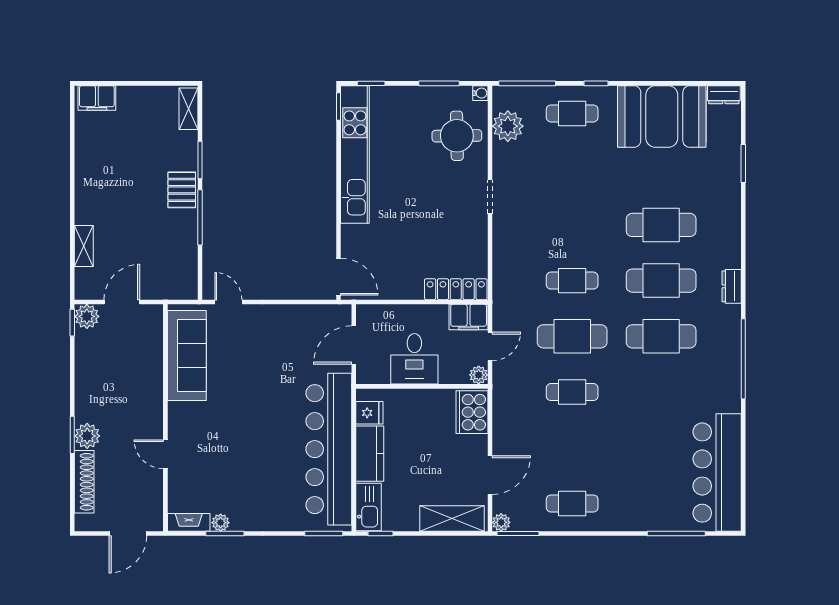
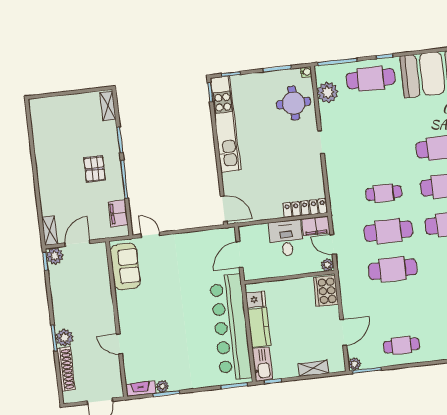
filing cabinet: (97, 98) -> (118, 213), moved, turned 90
cafe table: (572, 113) -> (371, 79), width x1.37, depth x1.35
pallet: (182, 190) -> (95, 169), moved
shelving: (84, 246) -> (50, 231), moved
door: (490, 346) -> (333, 244), swing flipped
sofa: (187, 356) -> (125, 267), width x0.73
desk: (414, 359) -> (286, 238), moved, turned 180
cafe table: (572, 392) -> (393, 269), width x1.37, depth x1.35
shelving: (452, 519) -> (313, 368), width x0.67, depth x0.75

